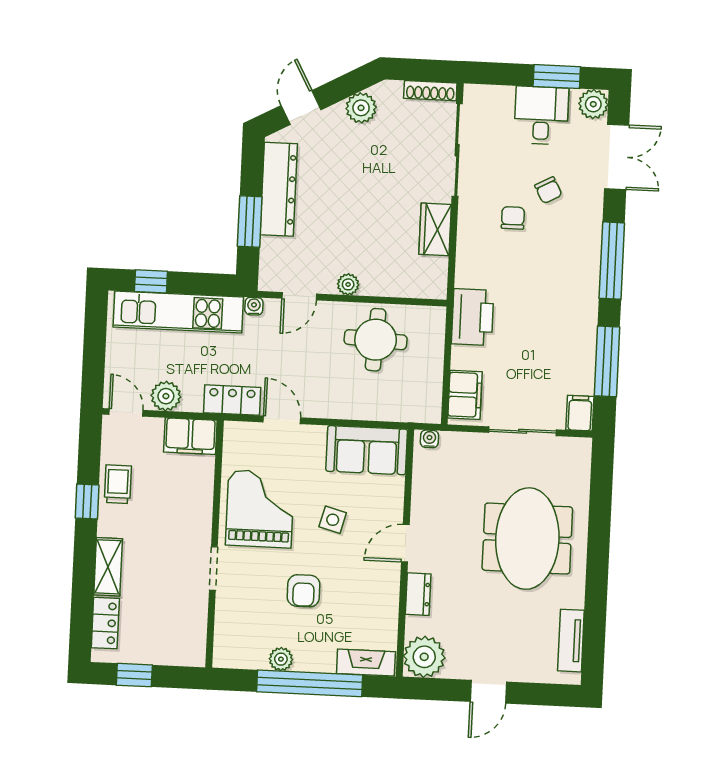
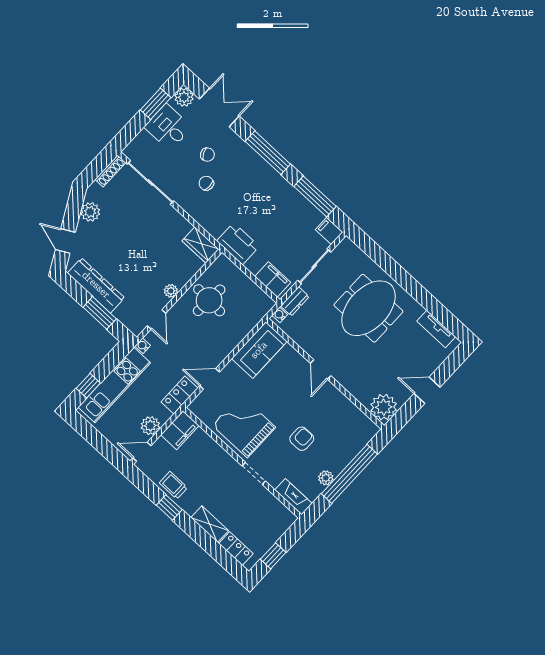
wardrobe: (435, 229) -> (200, 245), moved
side table: (333, 520) -> (279, 395), removed
meeting table: (527, 539) -> (368, 308), turned 90
armchair: (304, 591) -> (302, 439), turned -90
dresser: (418, 594) -> (295, 301), moved, turned 90
fireplace: (366, 663) -> (293, 497), moved, turned 90
door: (488, 692) -> (427, 390), swing flipped

